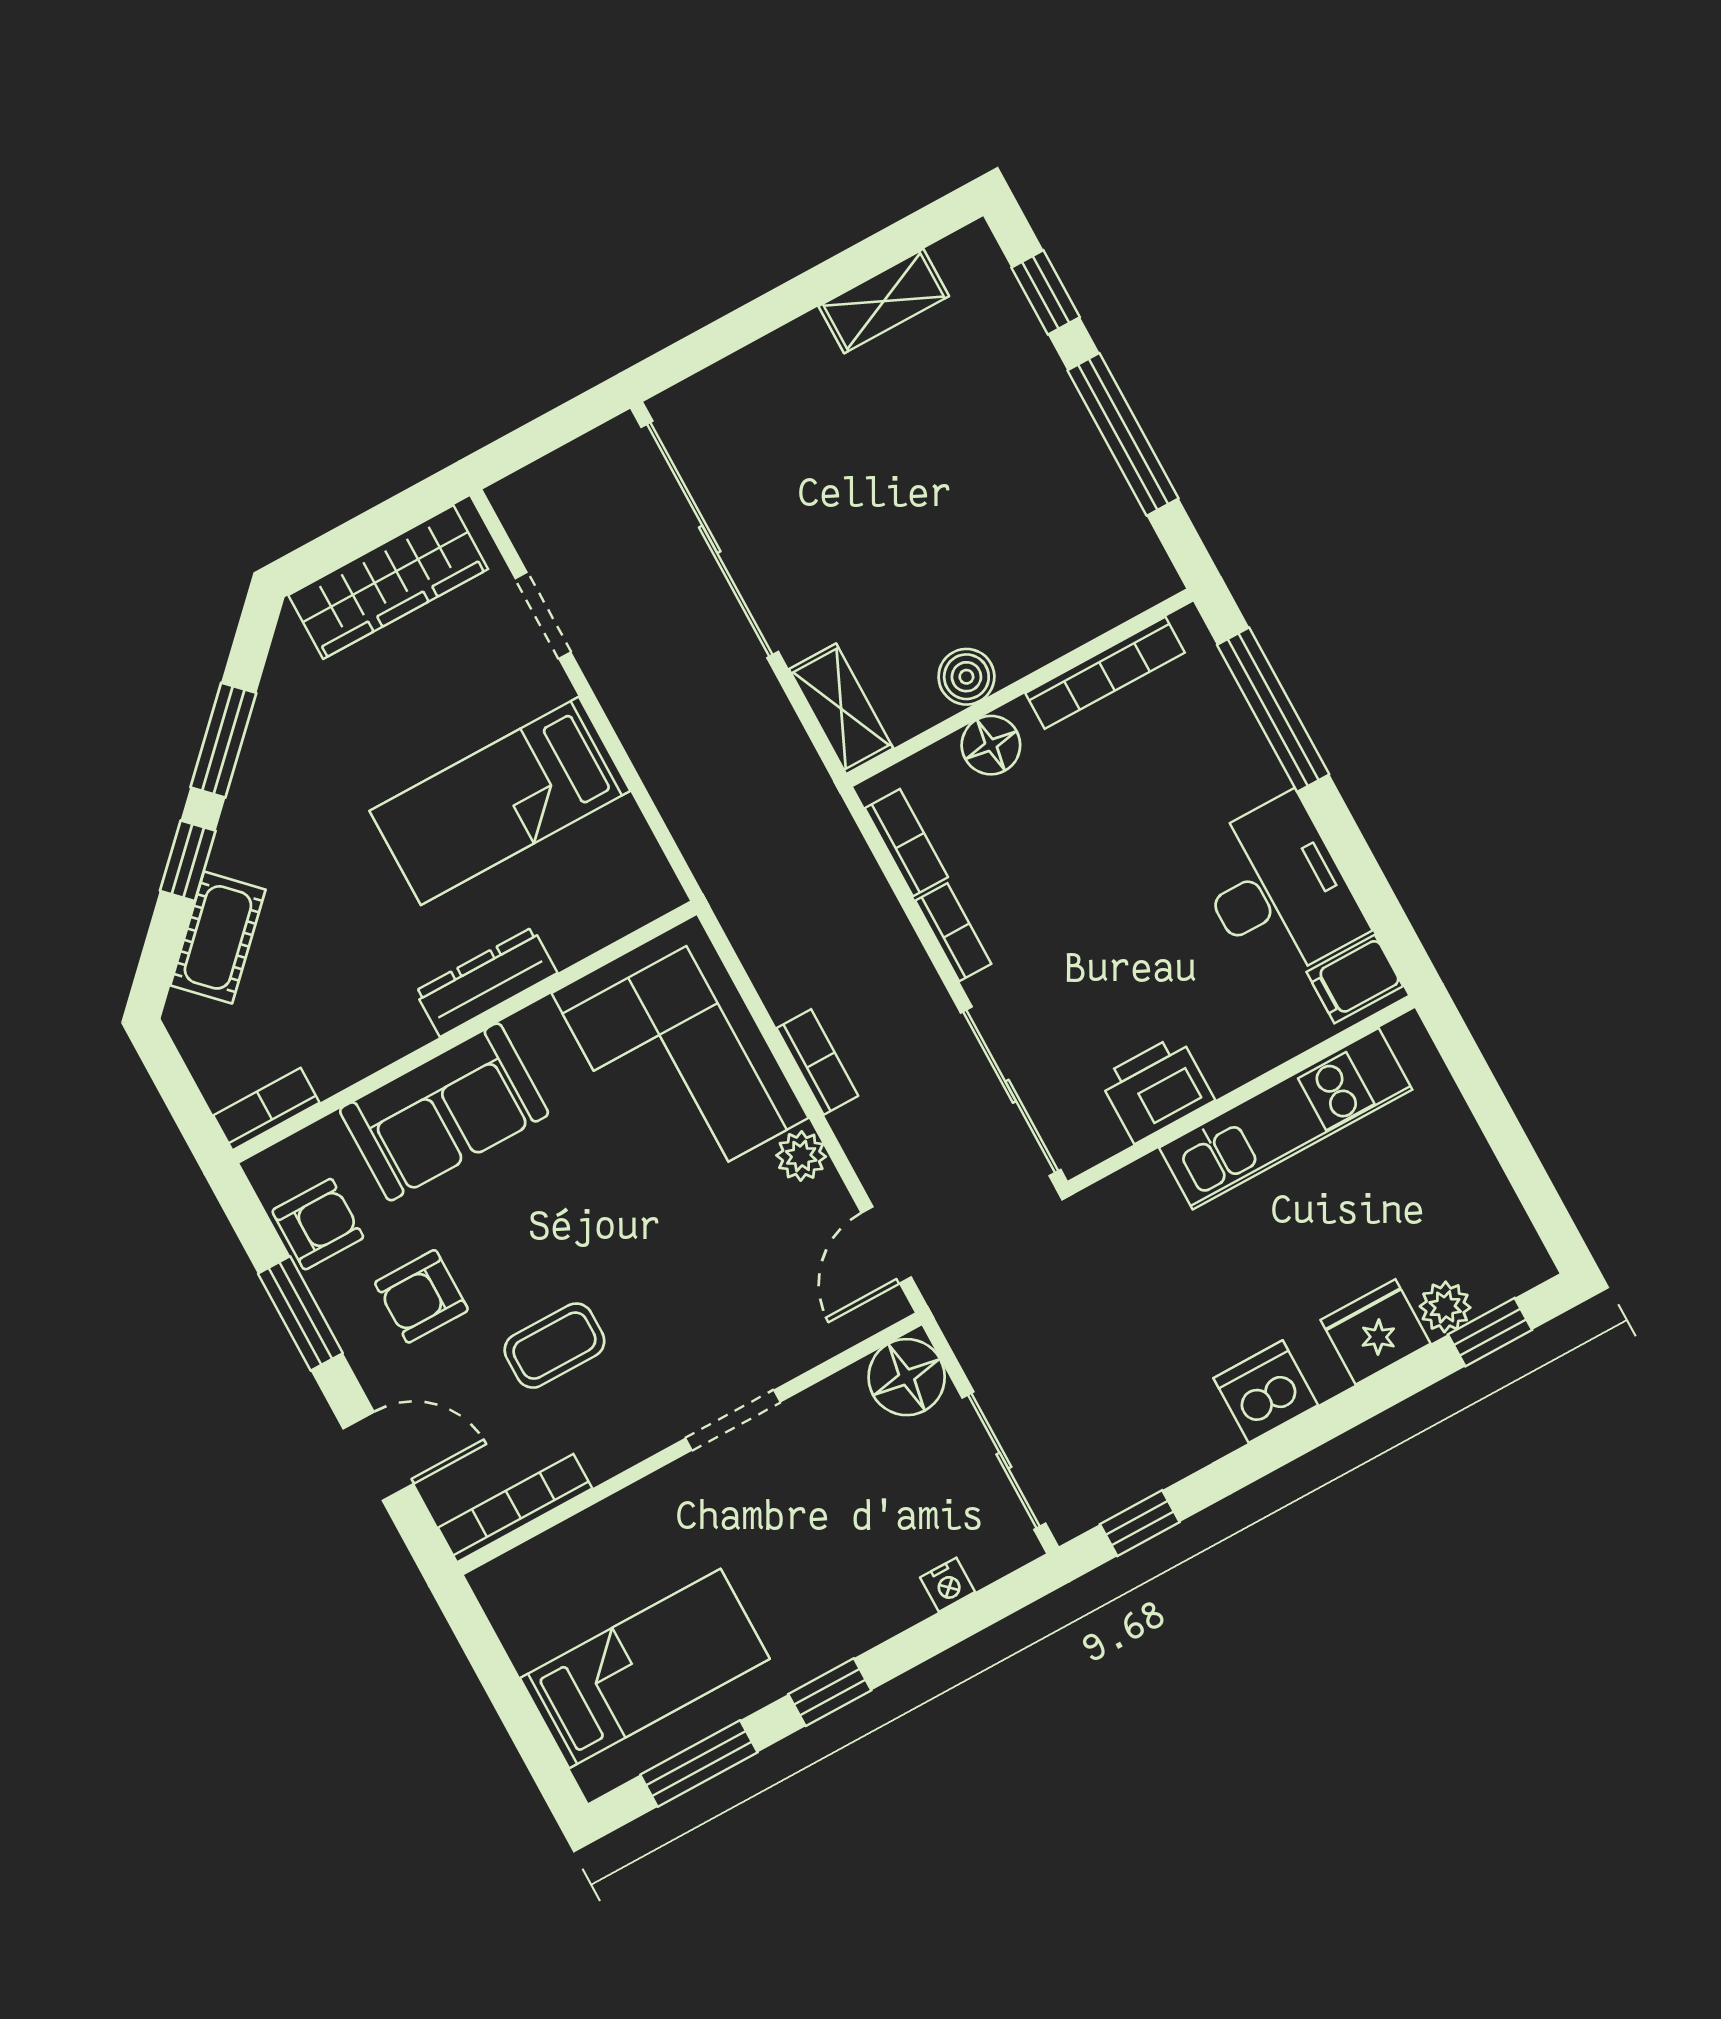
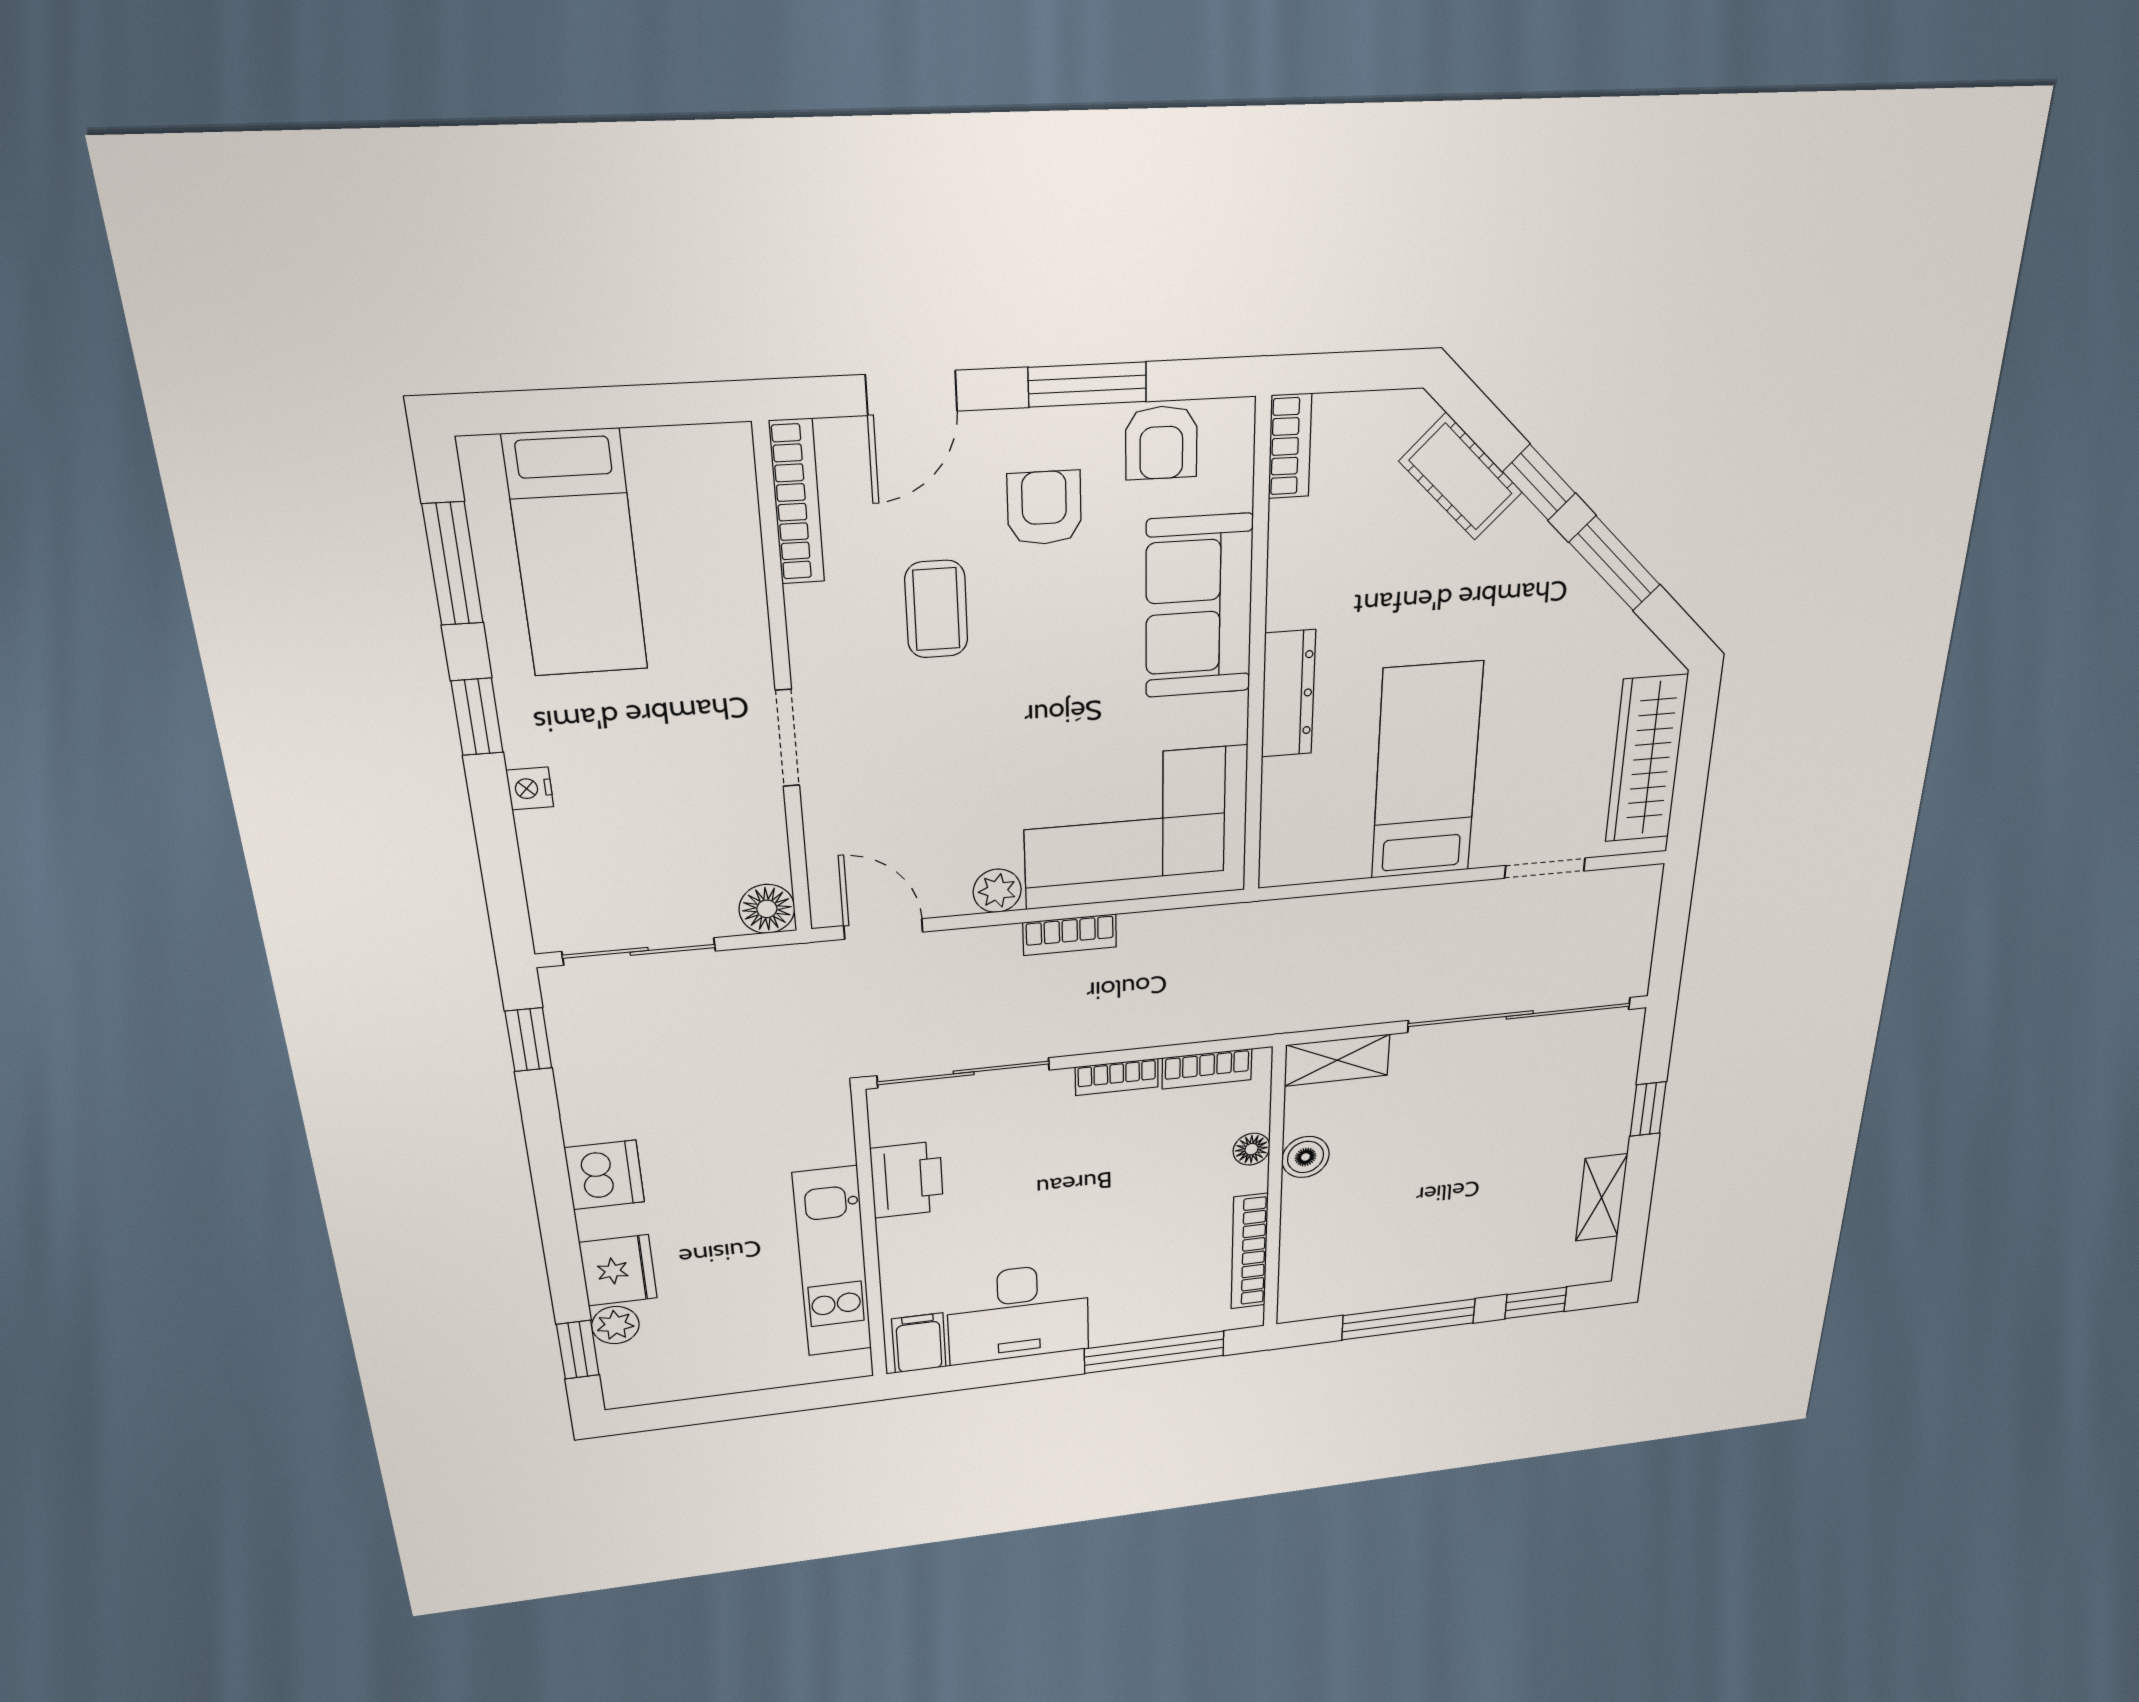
window: (757, 319) -> (1648, 1109), added
floor lamp: (991, 745) -> (1251, 1149), width x0.73, depth x0.73
floor lamp: (907, 1377) -> (767, 909), width x0.73, depth x0.73
nightstand: (948, 1585) -> (530, 788), moved

